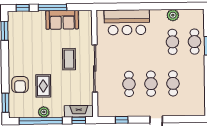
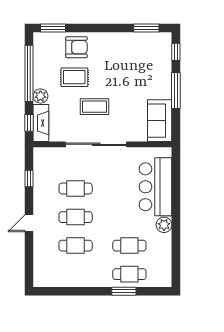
plant: (173, 15) -> (164, 225), moved
sofa: (62, 20) -> (160, 121), moved
coffee table: (69, 59) -> (94, 107), moved
armchair: (20, 85) -> (76, 47), turned 180
plant: (44, 112) -> (40, 96), moved

